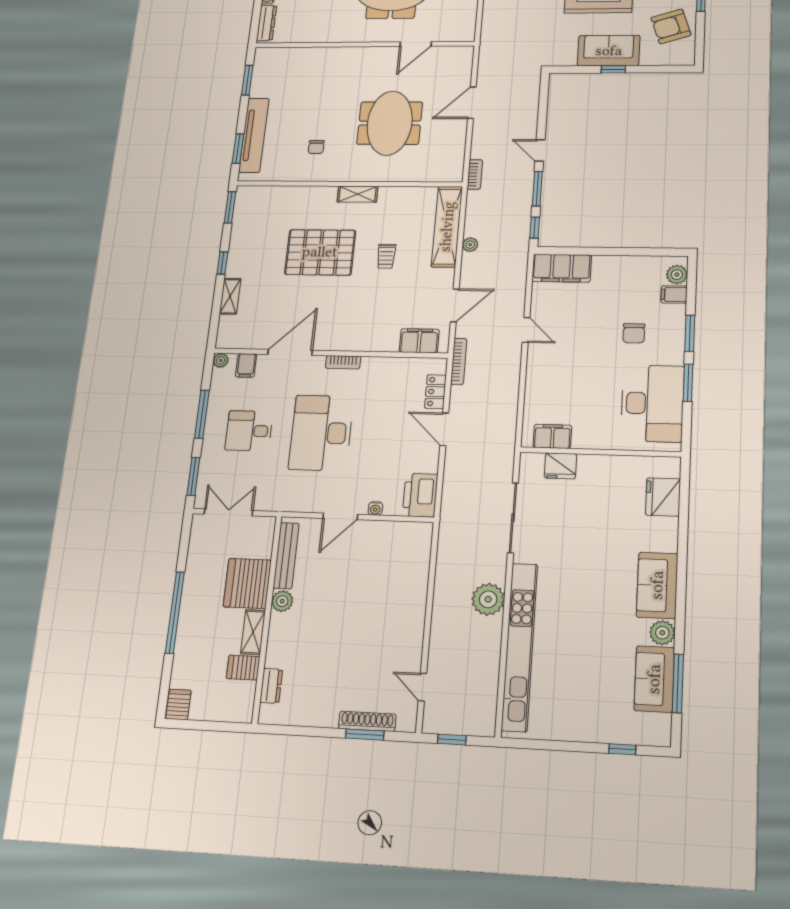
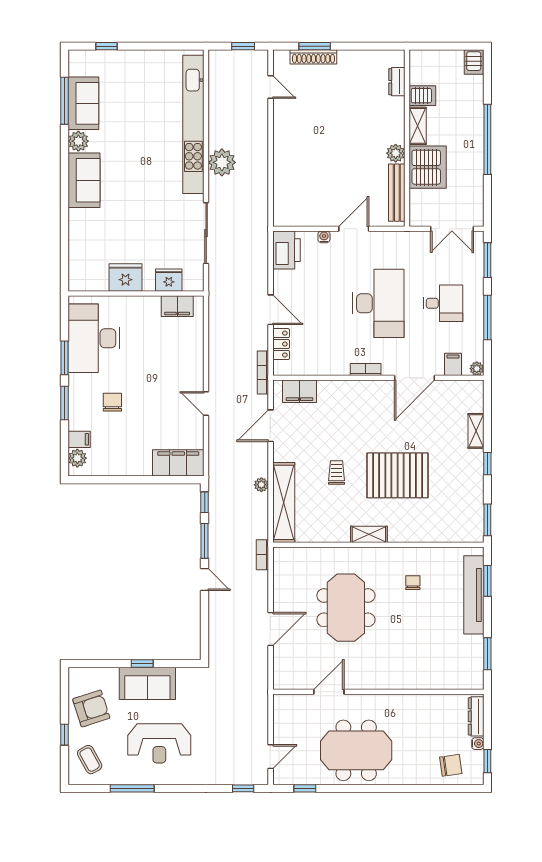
fridge: (663, 497) -> (125, 277), moved, turned -90

